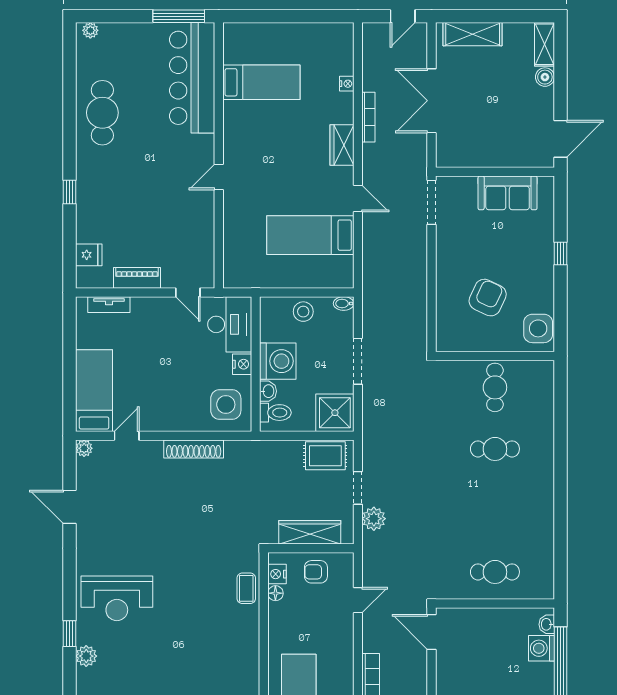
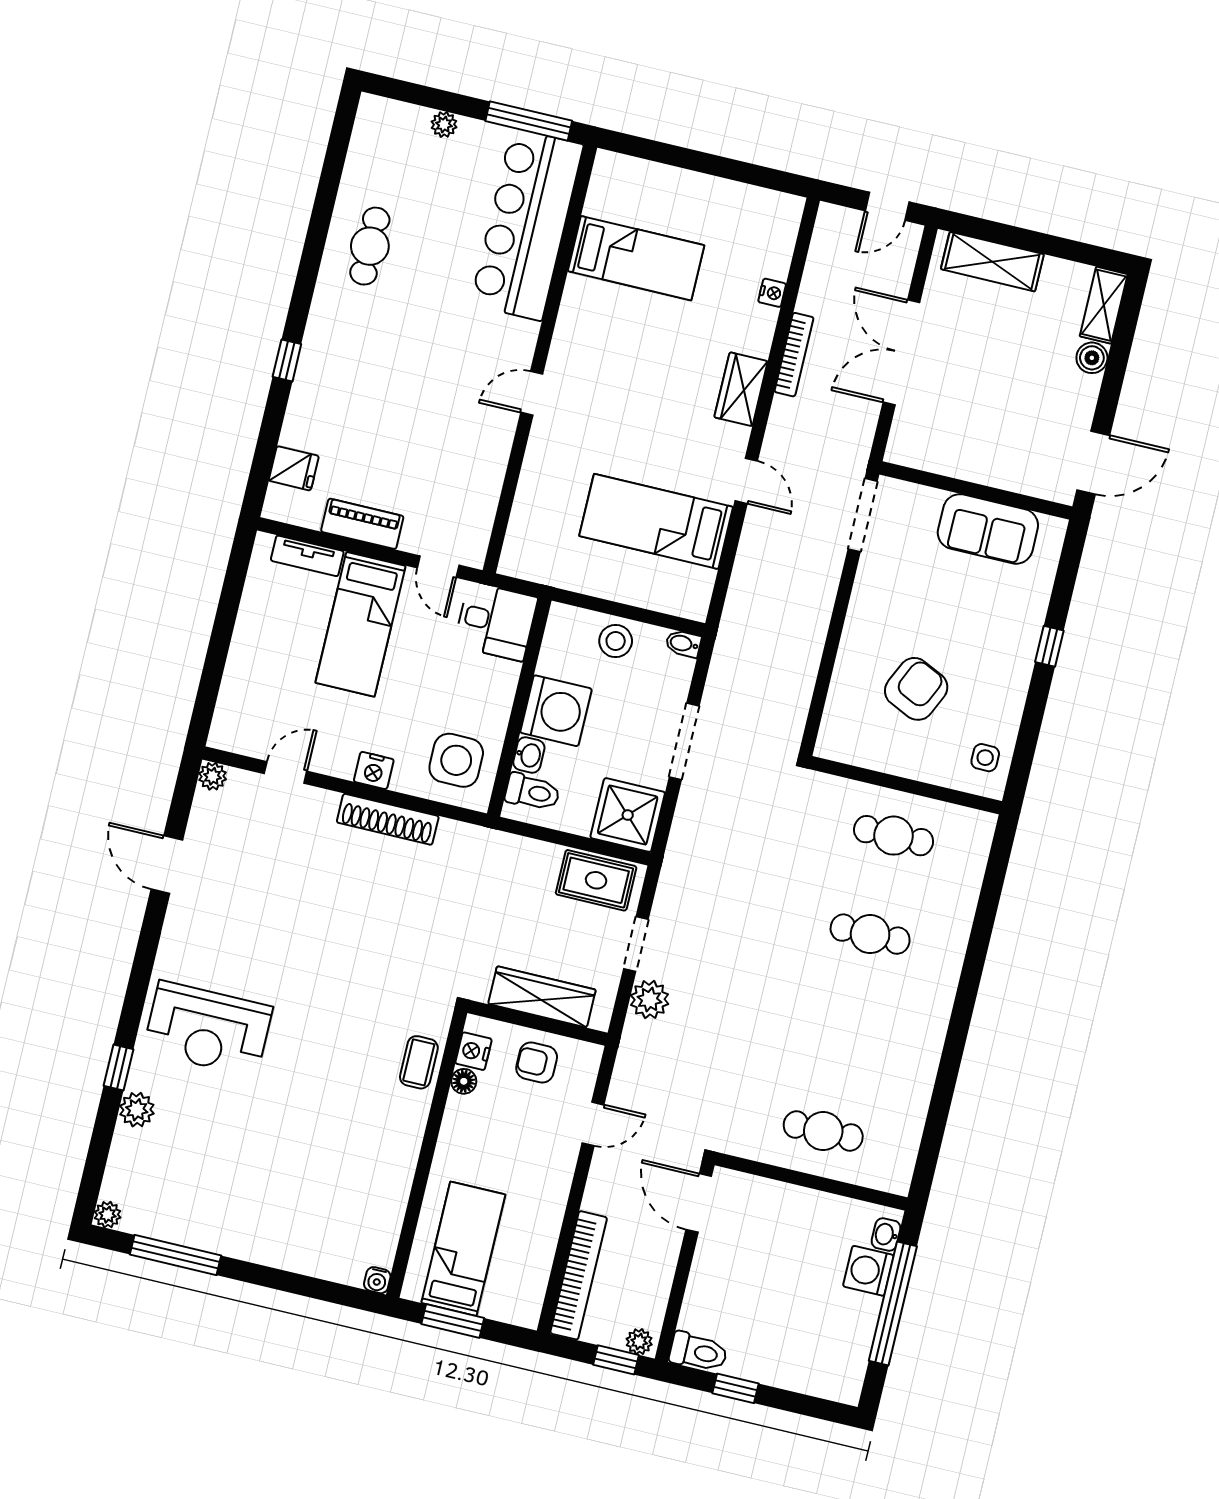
plant: (90, 30) -> (444, 124), moved
cafe table: (102, 113) -> (370, 246), width x0.73, depth x0.74
desk: (230, 324) -> (496, 621), width x0.73
side table: (538, 328) -> (985, 758), width x0.54, depth x0.54
nightstand: (242, 364) -> (374, 770), moved, turned 90
cafe table: (495, 387) -> (894, 836), turned 90
bed: (94, 391) -> (360, 624), moved, turned 180

